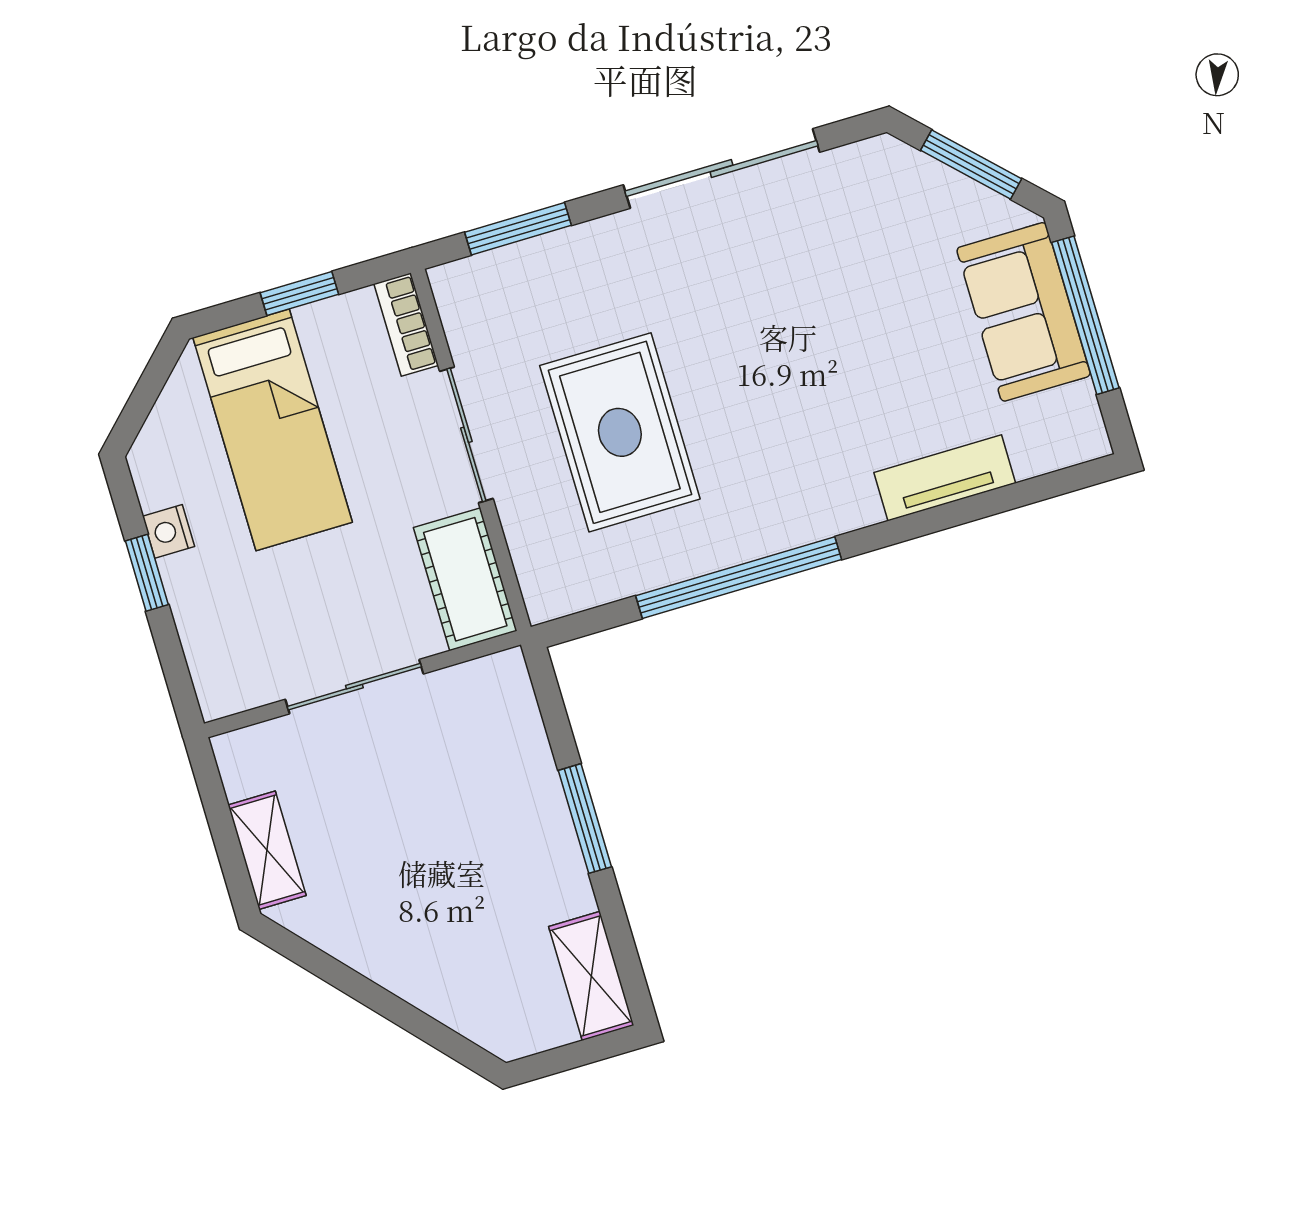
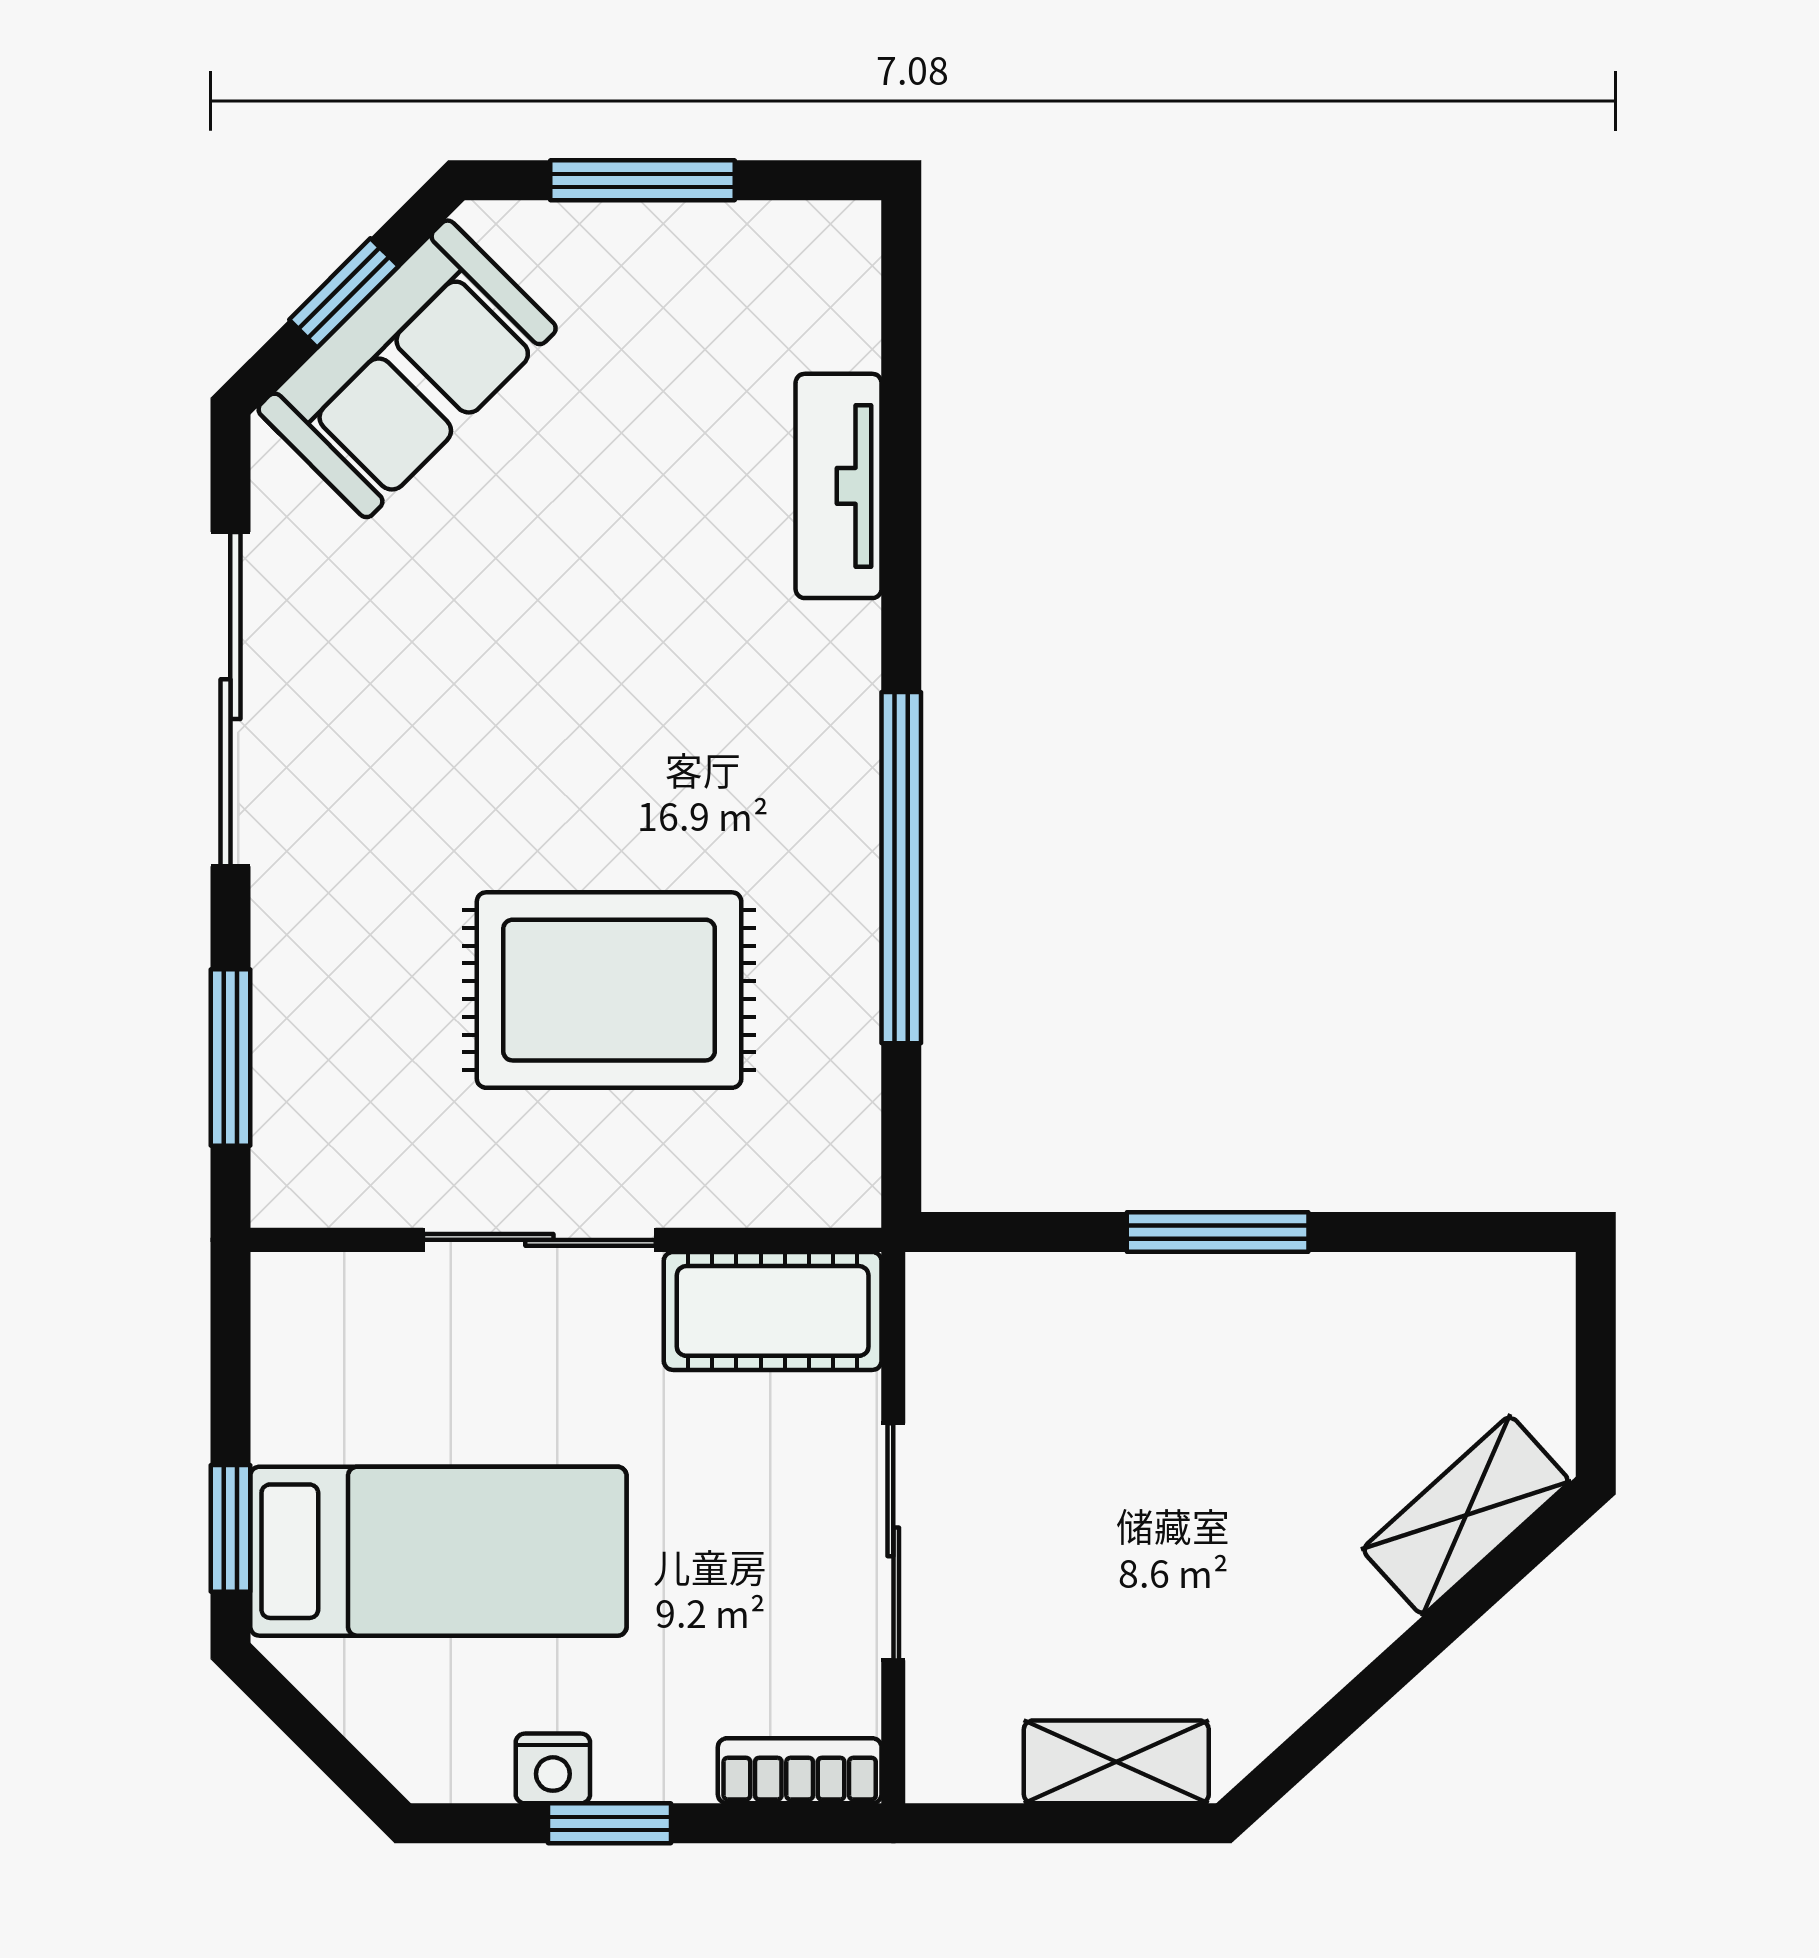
window: (971, 164) -> (344, 293), width x0.67
window: (299, 294) -> (230, 1528), moved
sofa: (1024, 312) -> (407, 369), moved, turned -45
window: (1085, 315) -> (642, 180), width x0.69
bookcase: (406, 325) -> (800, 1771), moved, turned 180
shelving: (591, 976) -> (1466, 1515), moved, turned -42

